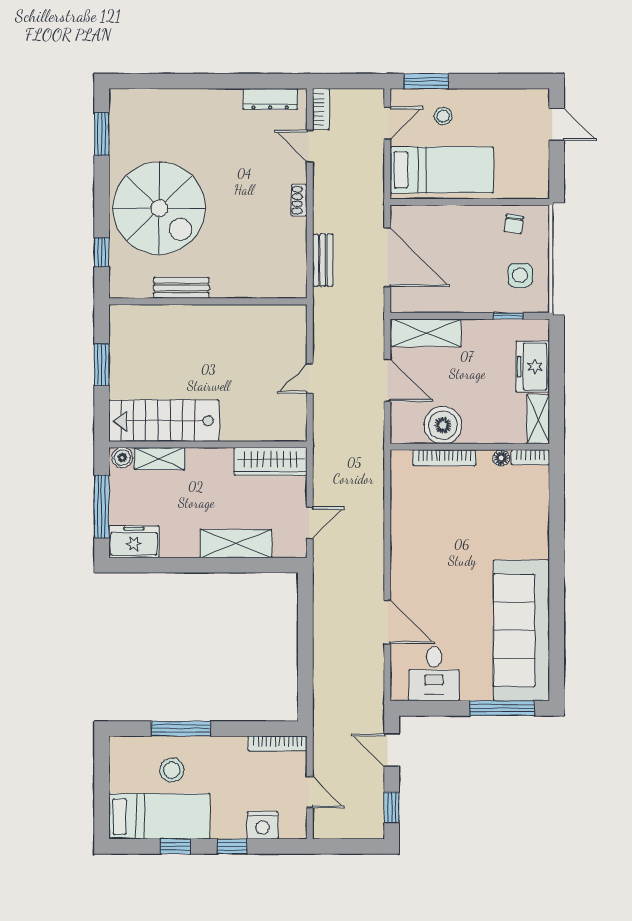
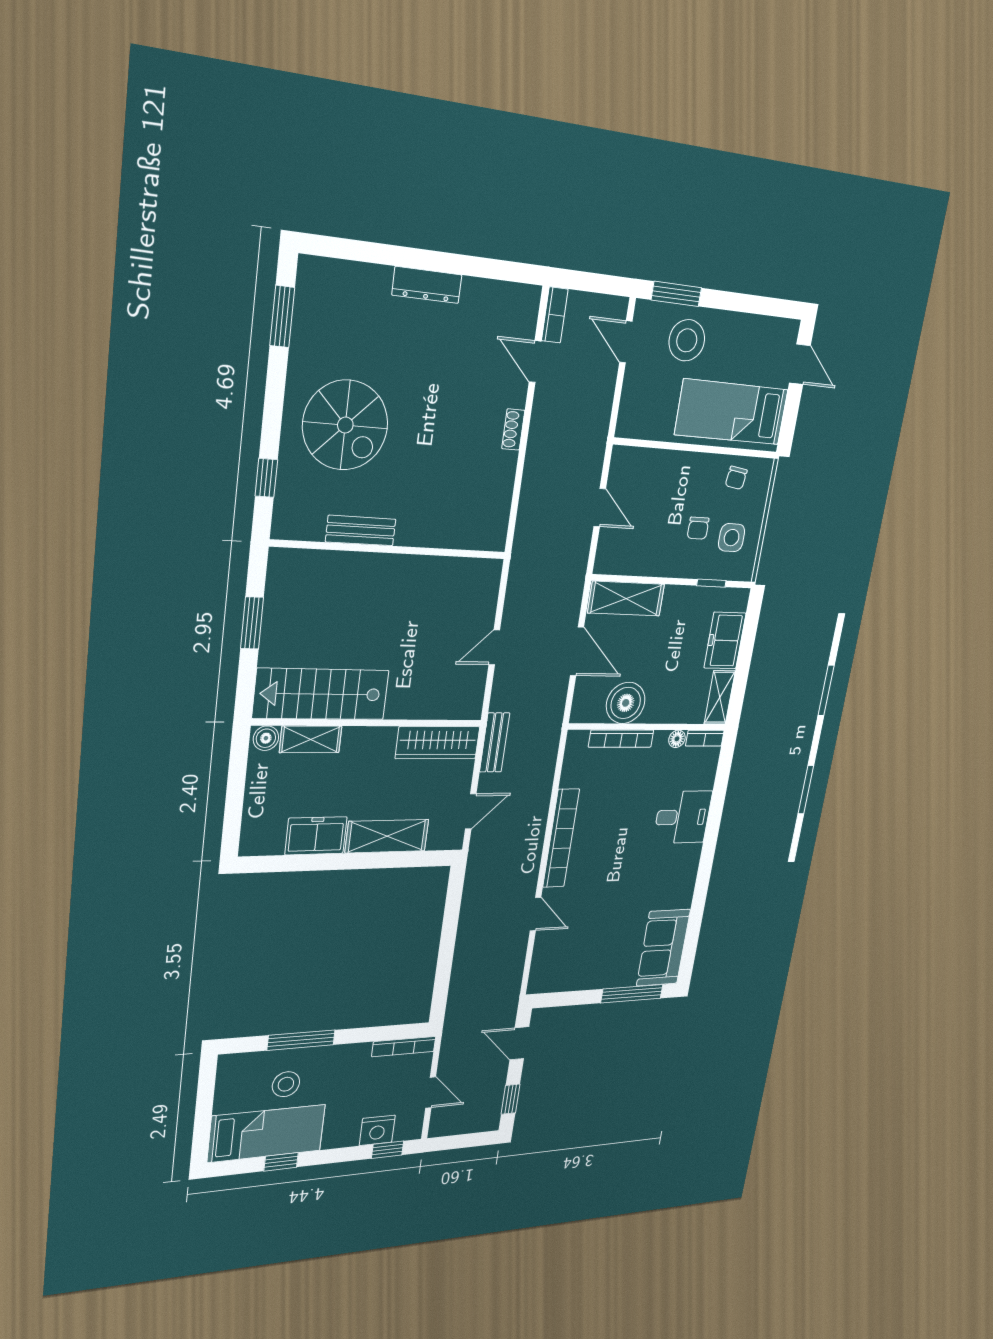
dresser: (270, 99) -> (427, 285), moved
stool: (443, 116) -> (687, 340), width x1.89, depth x1.89
door: (387, 123) -> (626, 342), swing flipped
bed: (442, 170) -> (732, 412), moved, turned 180
spiral stairs: (159, 208) -> (345, 425), width x0.73, depth x0.73
door: (387, 257) -> (600, 508), width x0.53
bench: (323, 260) -> (495, 742), moved
chair: (485, 269) -> (698, 528), added
window: (102, 507) -> (235, 797), removed
freezer: (134, 542) -> (316, 836), moved
bookcase: (401, 550) -> (561, 838), added
door: (387, 622) -> (535, 914), width x0.73
sofa: (521, 630) -> (663, 948), width x0.54, depth x0.79
desk: (434, 674) -> (683, 817), moved, turned -90
window: (232, 846) -> (388, 1150), moved

